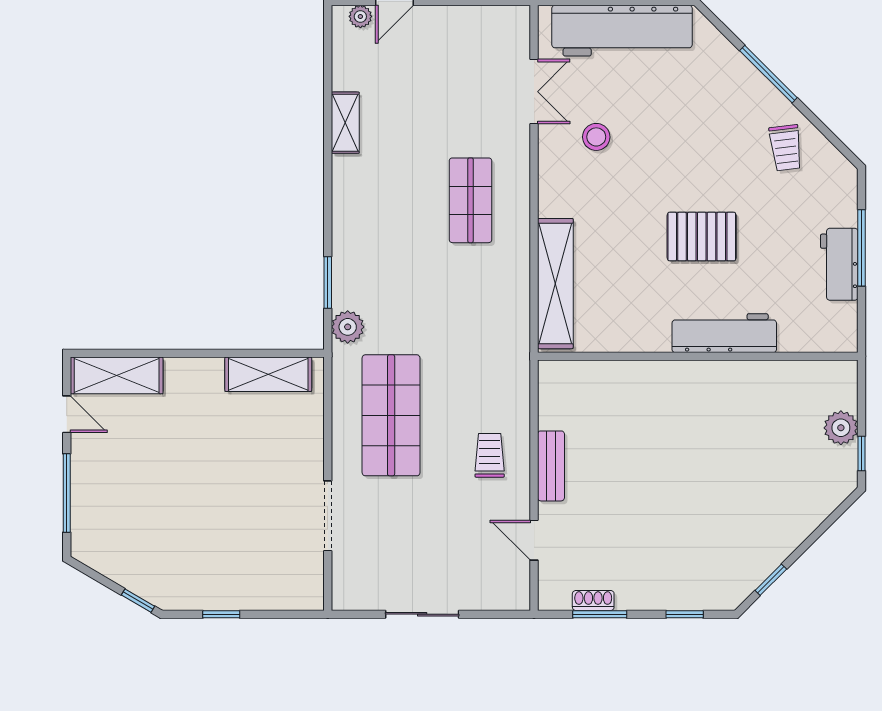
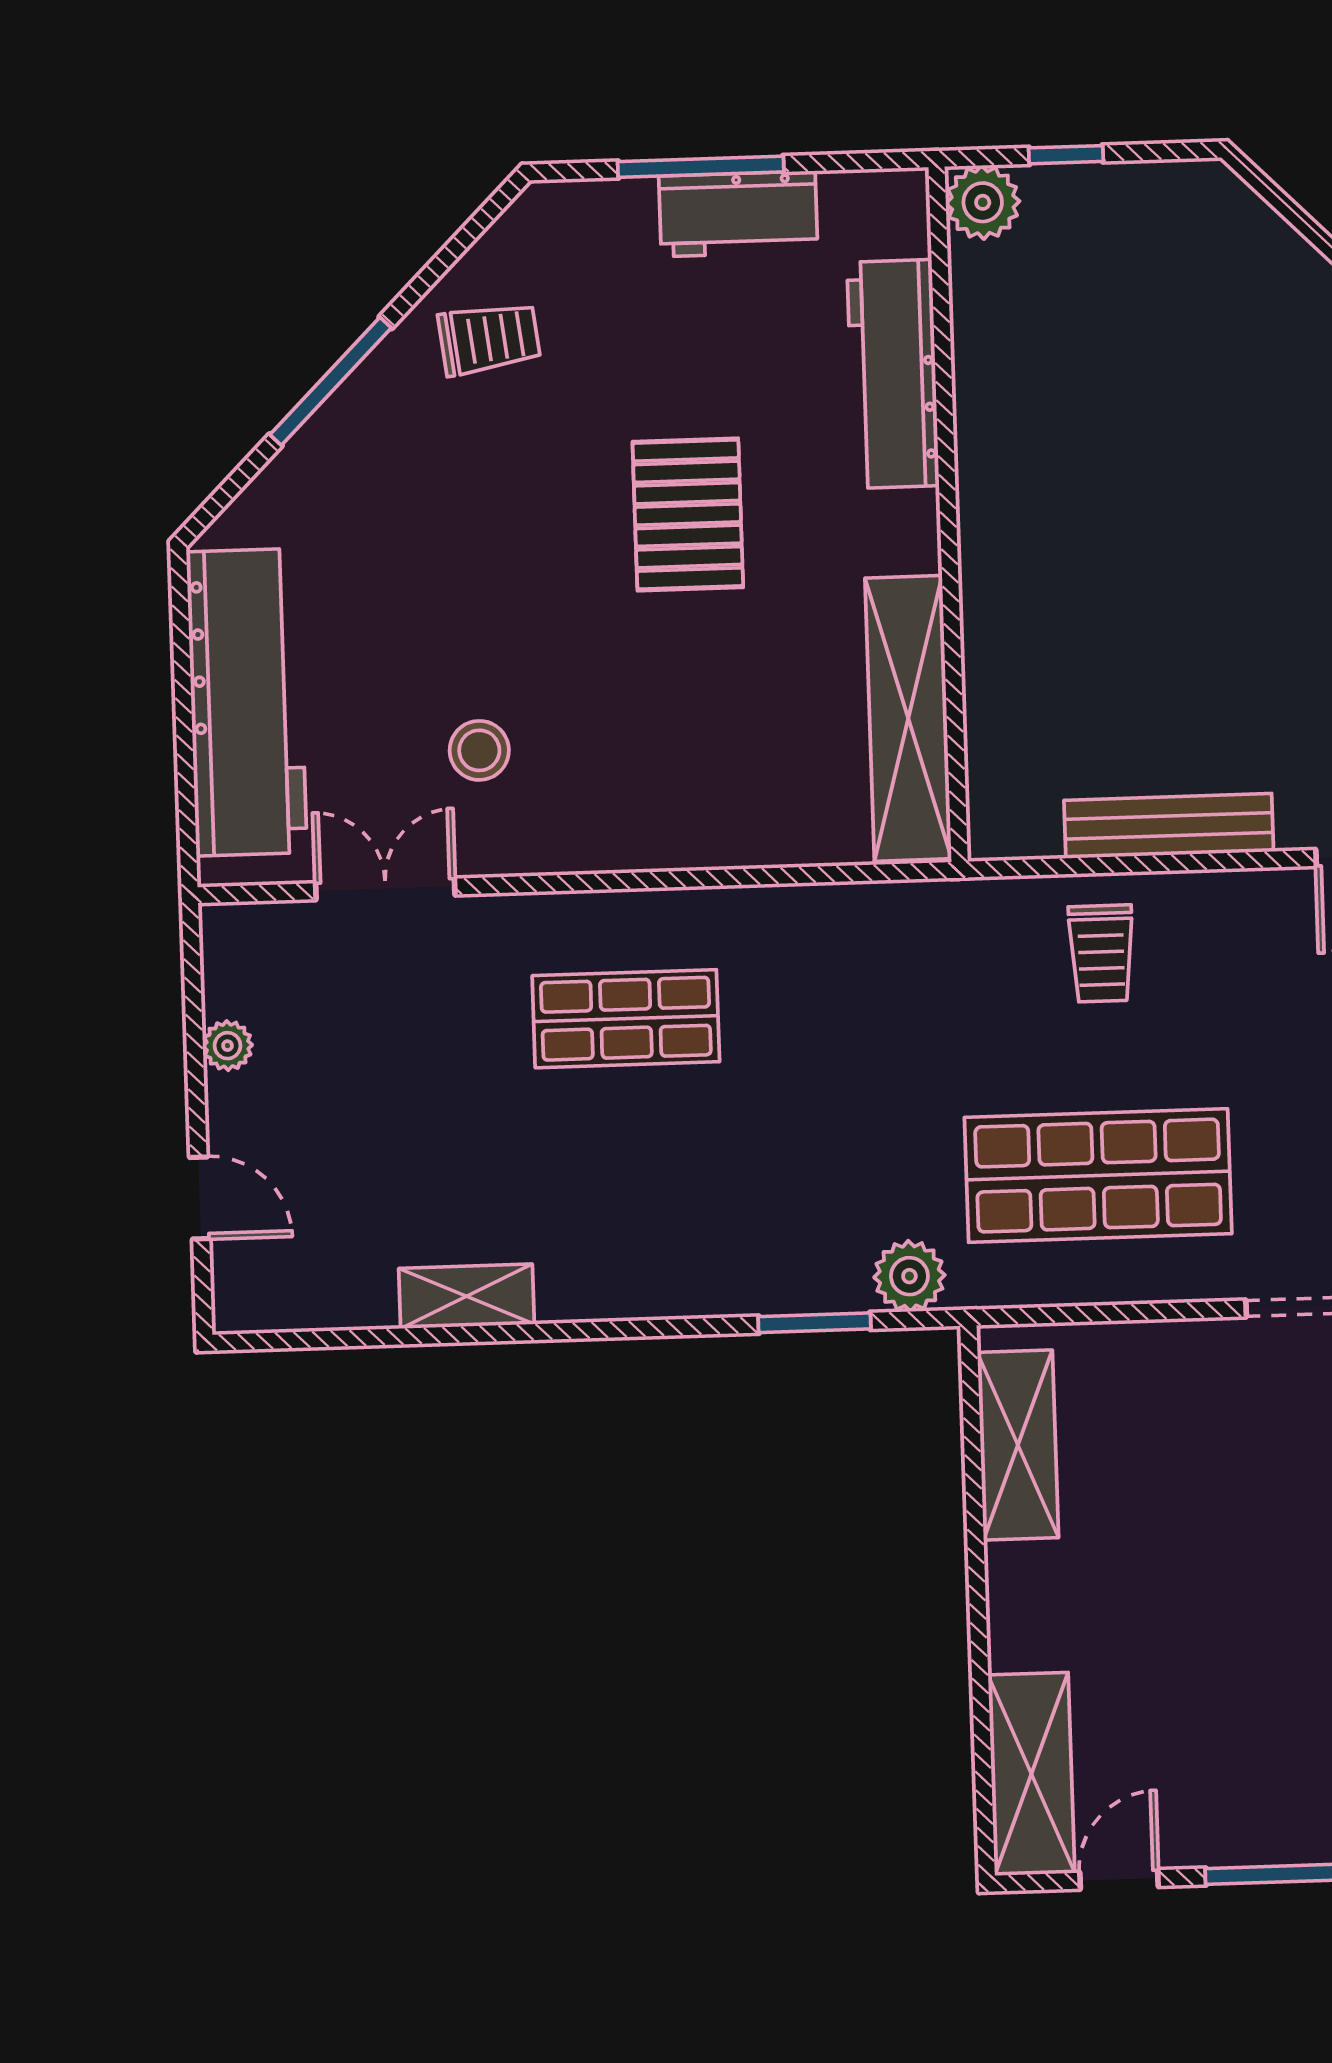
plant: (360, 16) -> (227, 1046), moved
shelving: (555, 284) -> (908, 718), moved, turned 90
workbench: (724, 333) -> (893, 374), moved
plant: (841, 428) -> (983, 202), moved
window: (862, 453) -> (1066, 155), moved
trolley: (490, 455) -> (1101, 953), moved, turned -90
bench: (551, 466) -> (1169, 826), width x1.36

